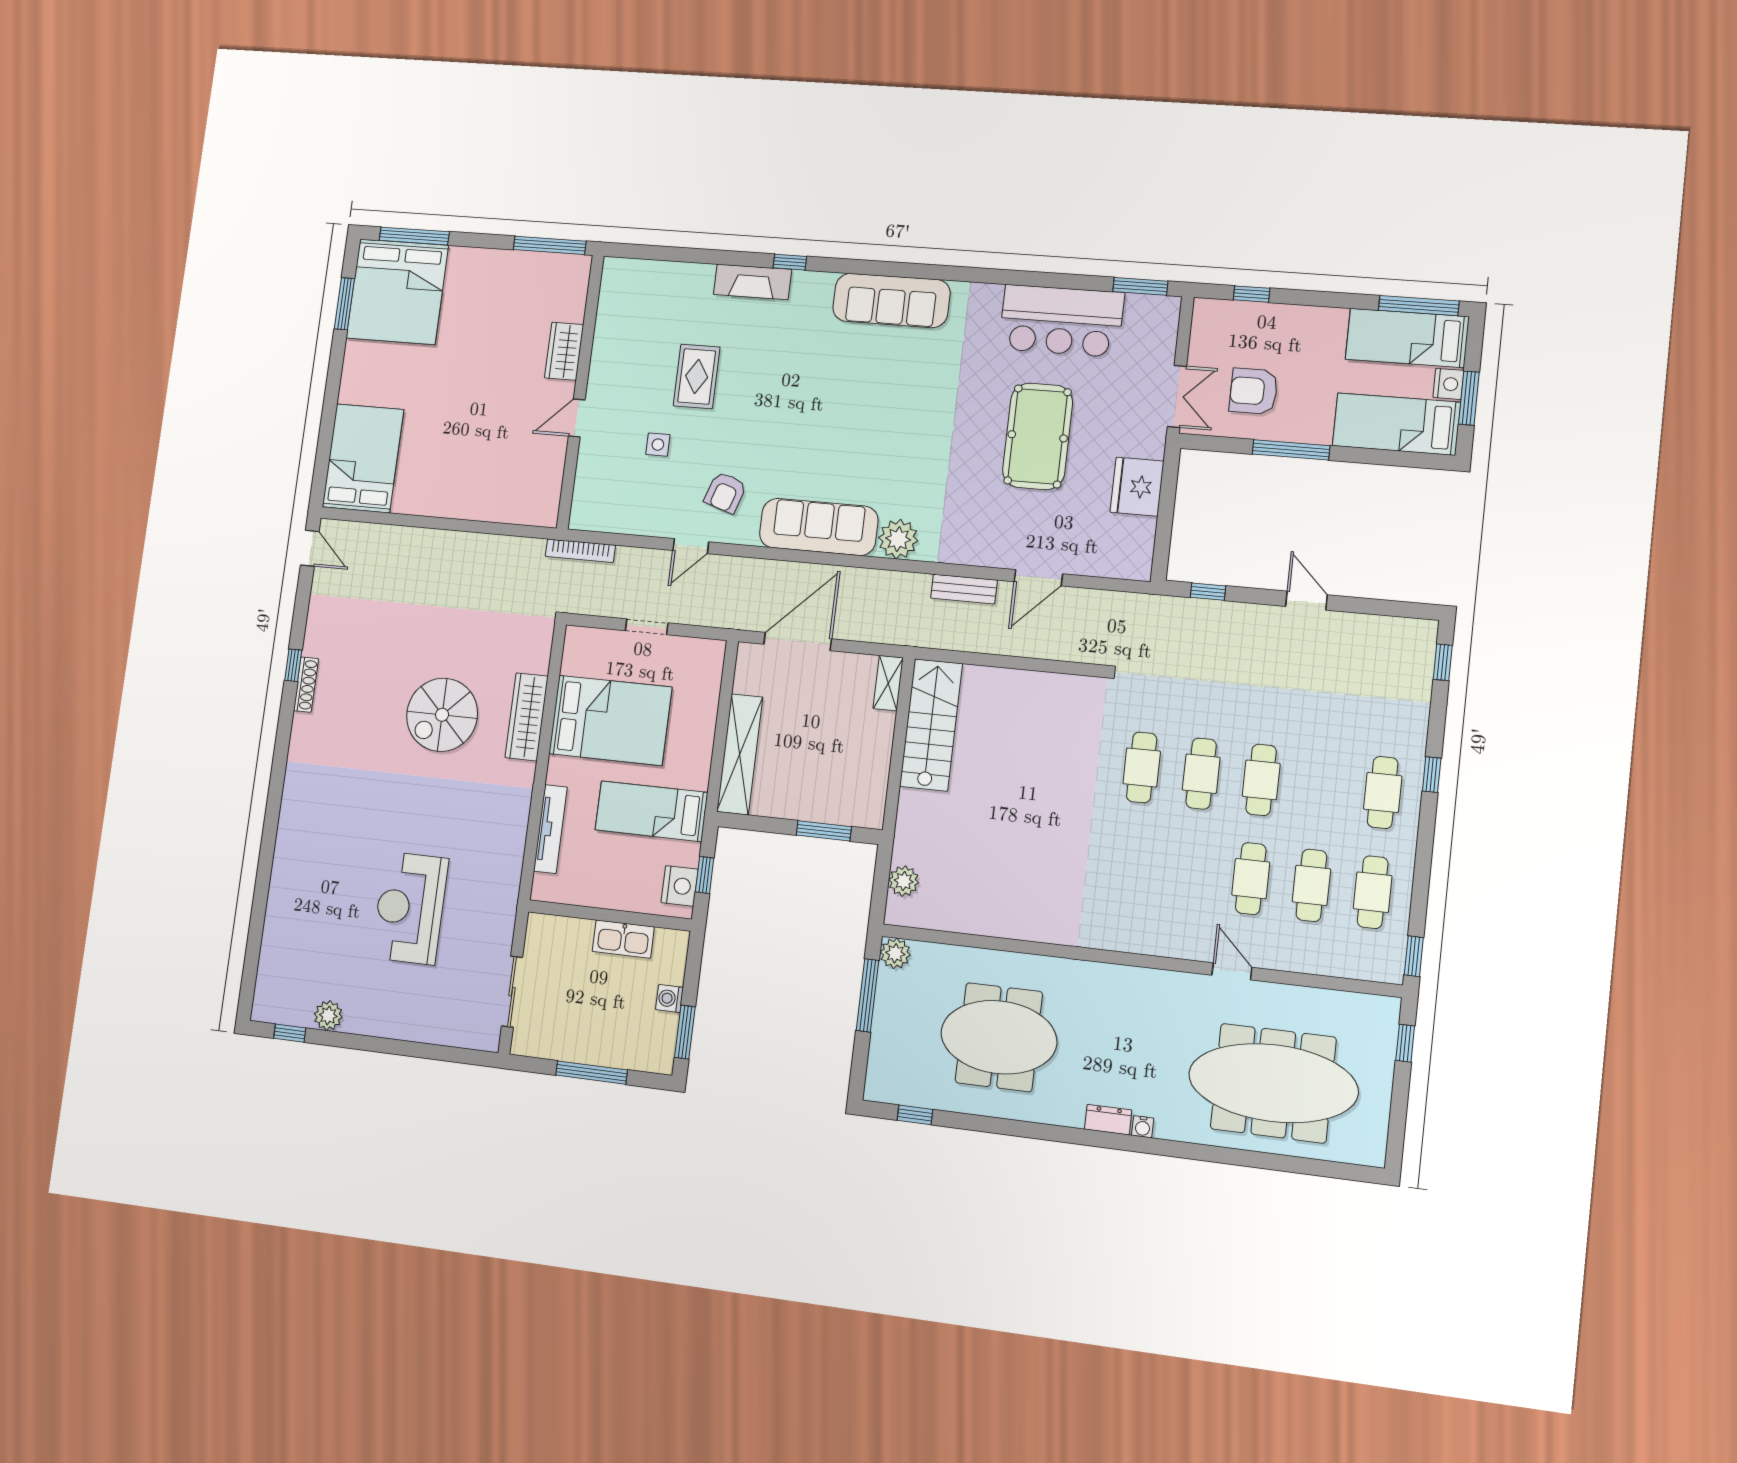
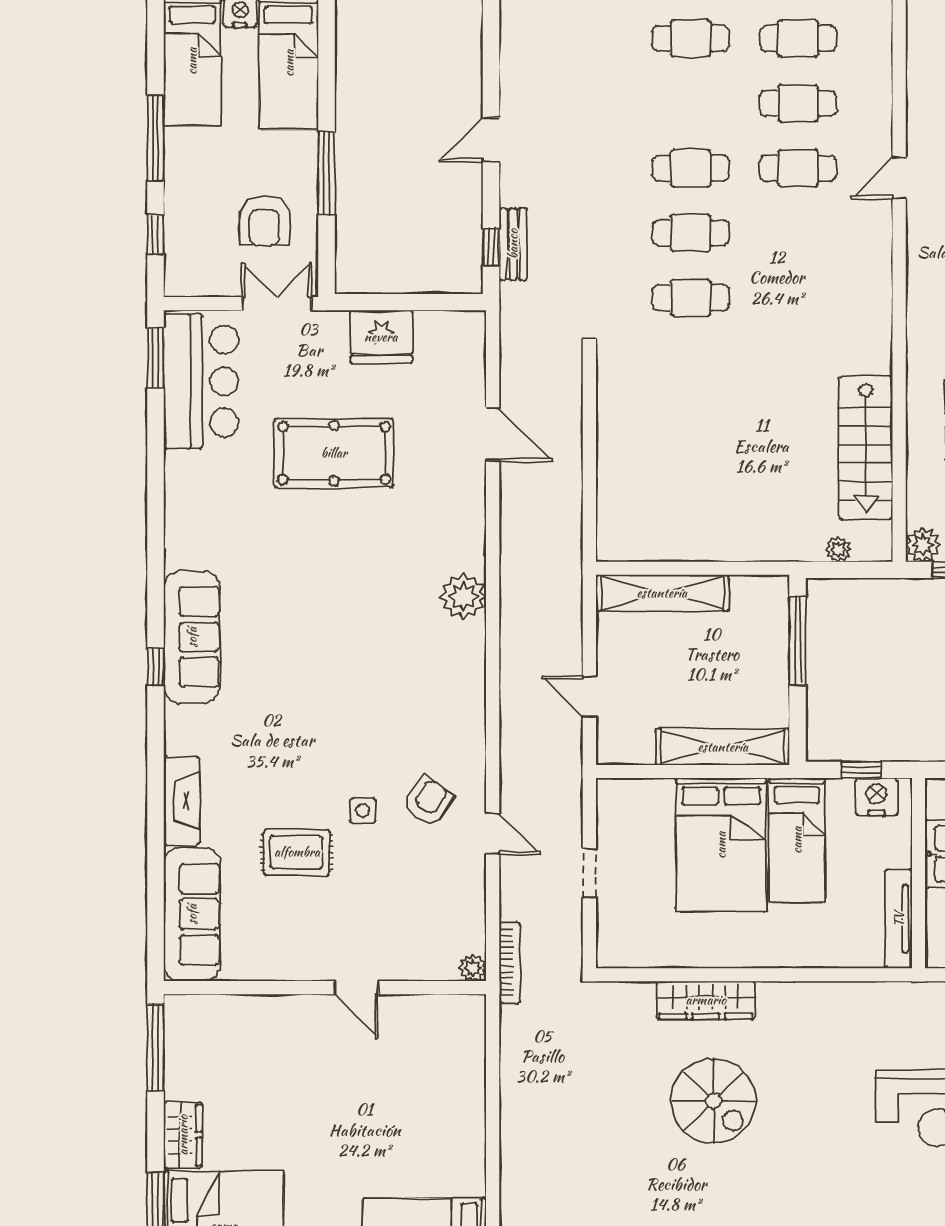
window: (790, 262) -> (155, 667), moved
window: (1419, 306) -> (155, 138), moved
bar counter: (1061, 321) -> (201, 381), moved
wardrobe: (564, 351) -> (183, 1135), moved, turned -90
side table: (658, 445) -> (363, 811), moved
armchair: (725, 493) -> (428, 801), turned -73
plant: (580, 519) -> (473, 968), added
sofa: (819, 527) -> (192, 914), moved, turned 180
bench: (964, 589) -> (513, 244), moved
door: (798, 641) -> (589, 697), width x0.53
shelving: (888, 683) -> (662, 593), width x2.20, depth x1.33
bed: (610, 720) -> (721, 845), moved, turned 180
stairs: (931, 725) -> (866, 448), moved, turned -90
tv unit: (550, 829) -> (899, 919), moved, turned -90
window: (824, 831) -> (798, 641), width x1.44
plant: (904, 881) -> (838, 549), width x0.73, depth x0.73

